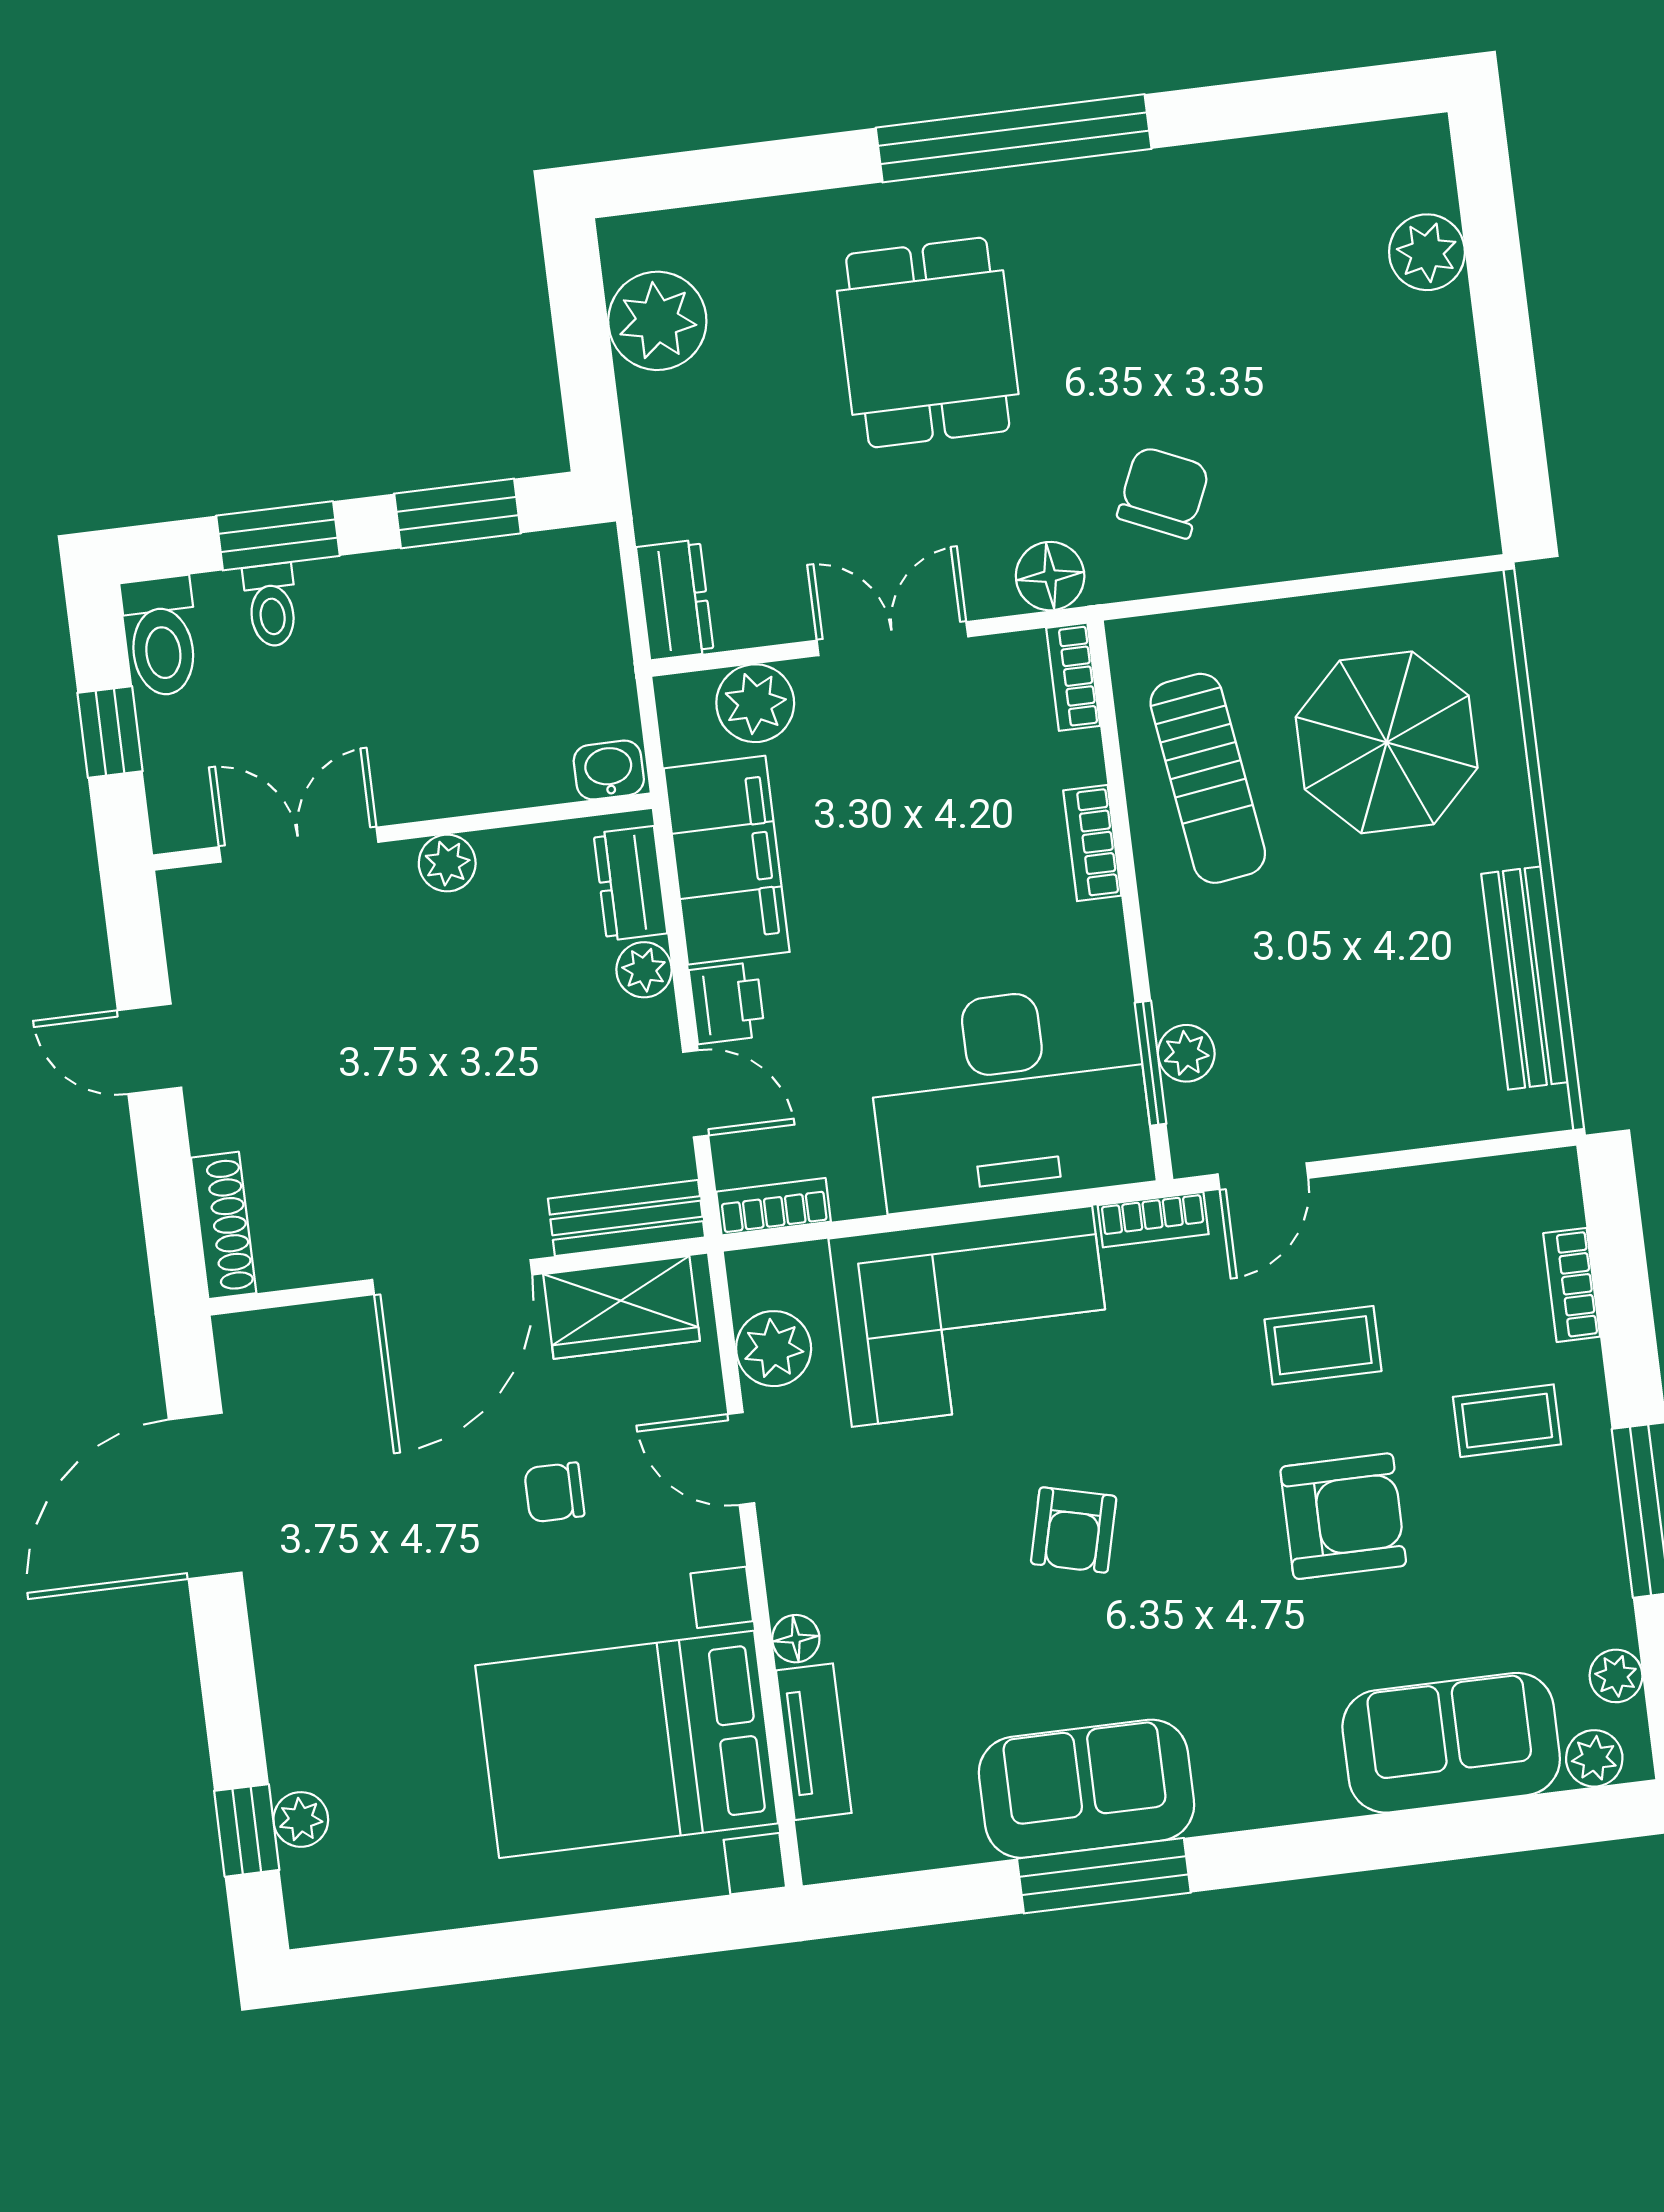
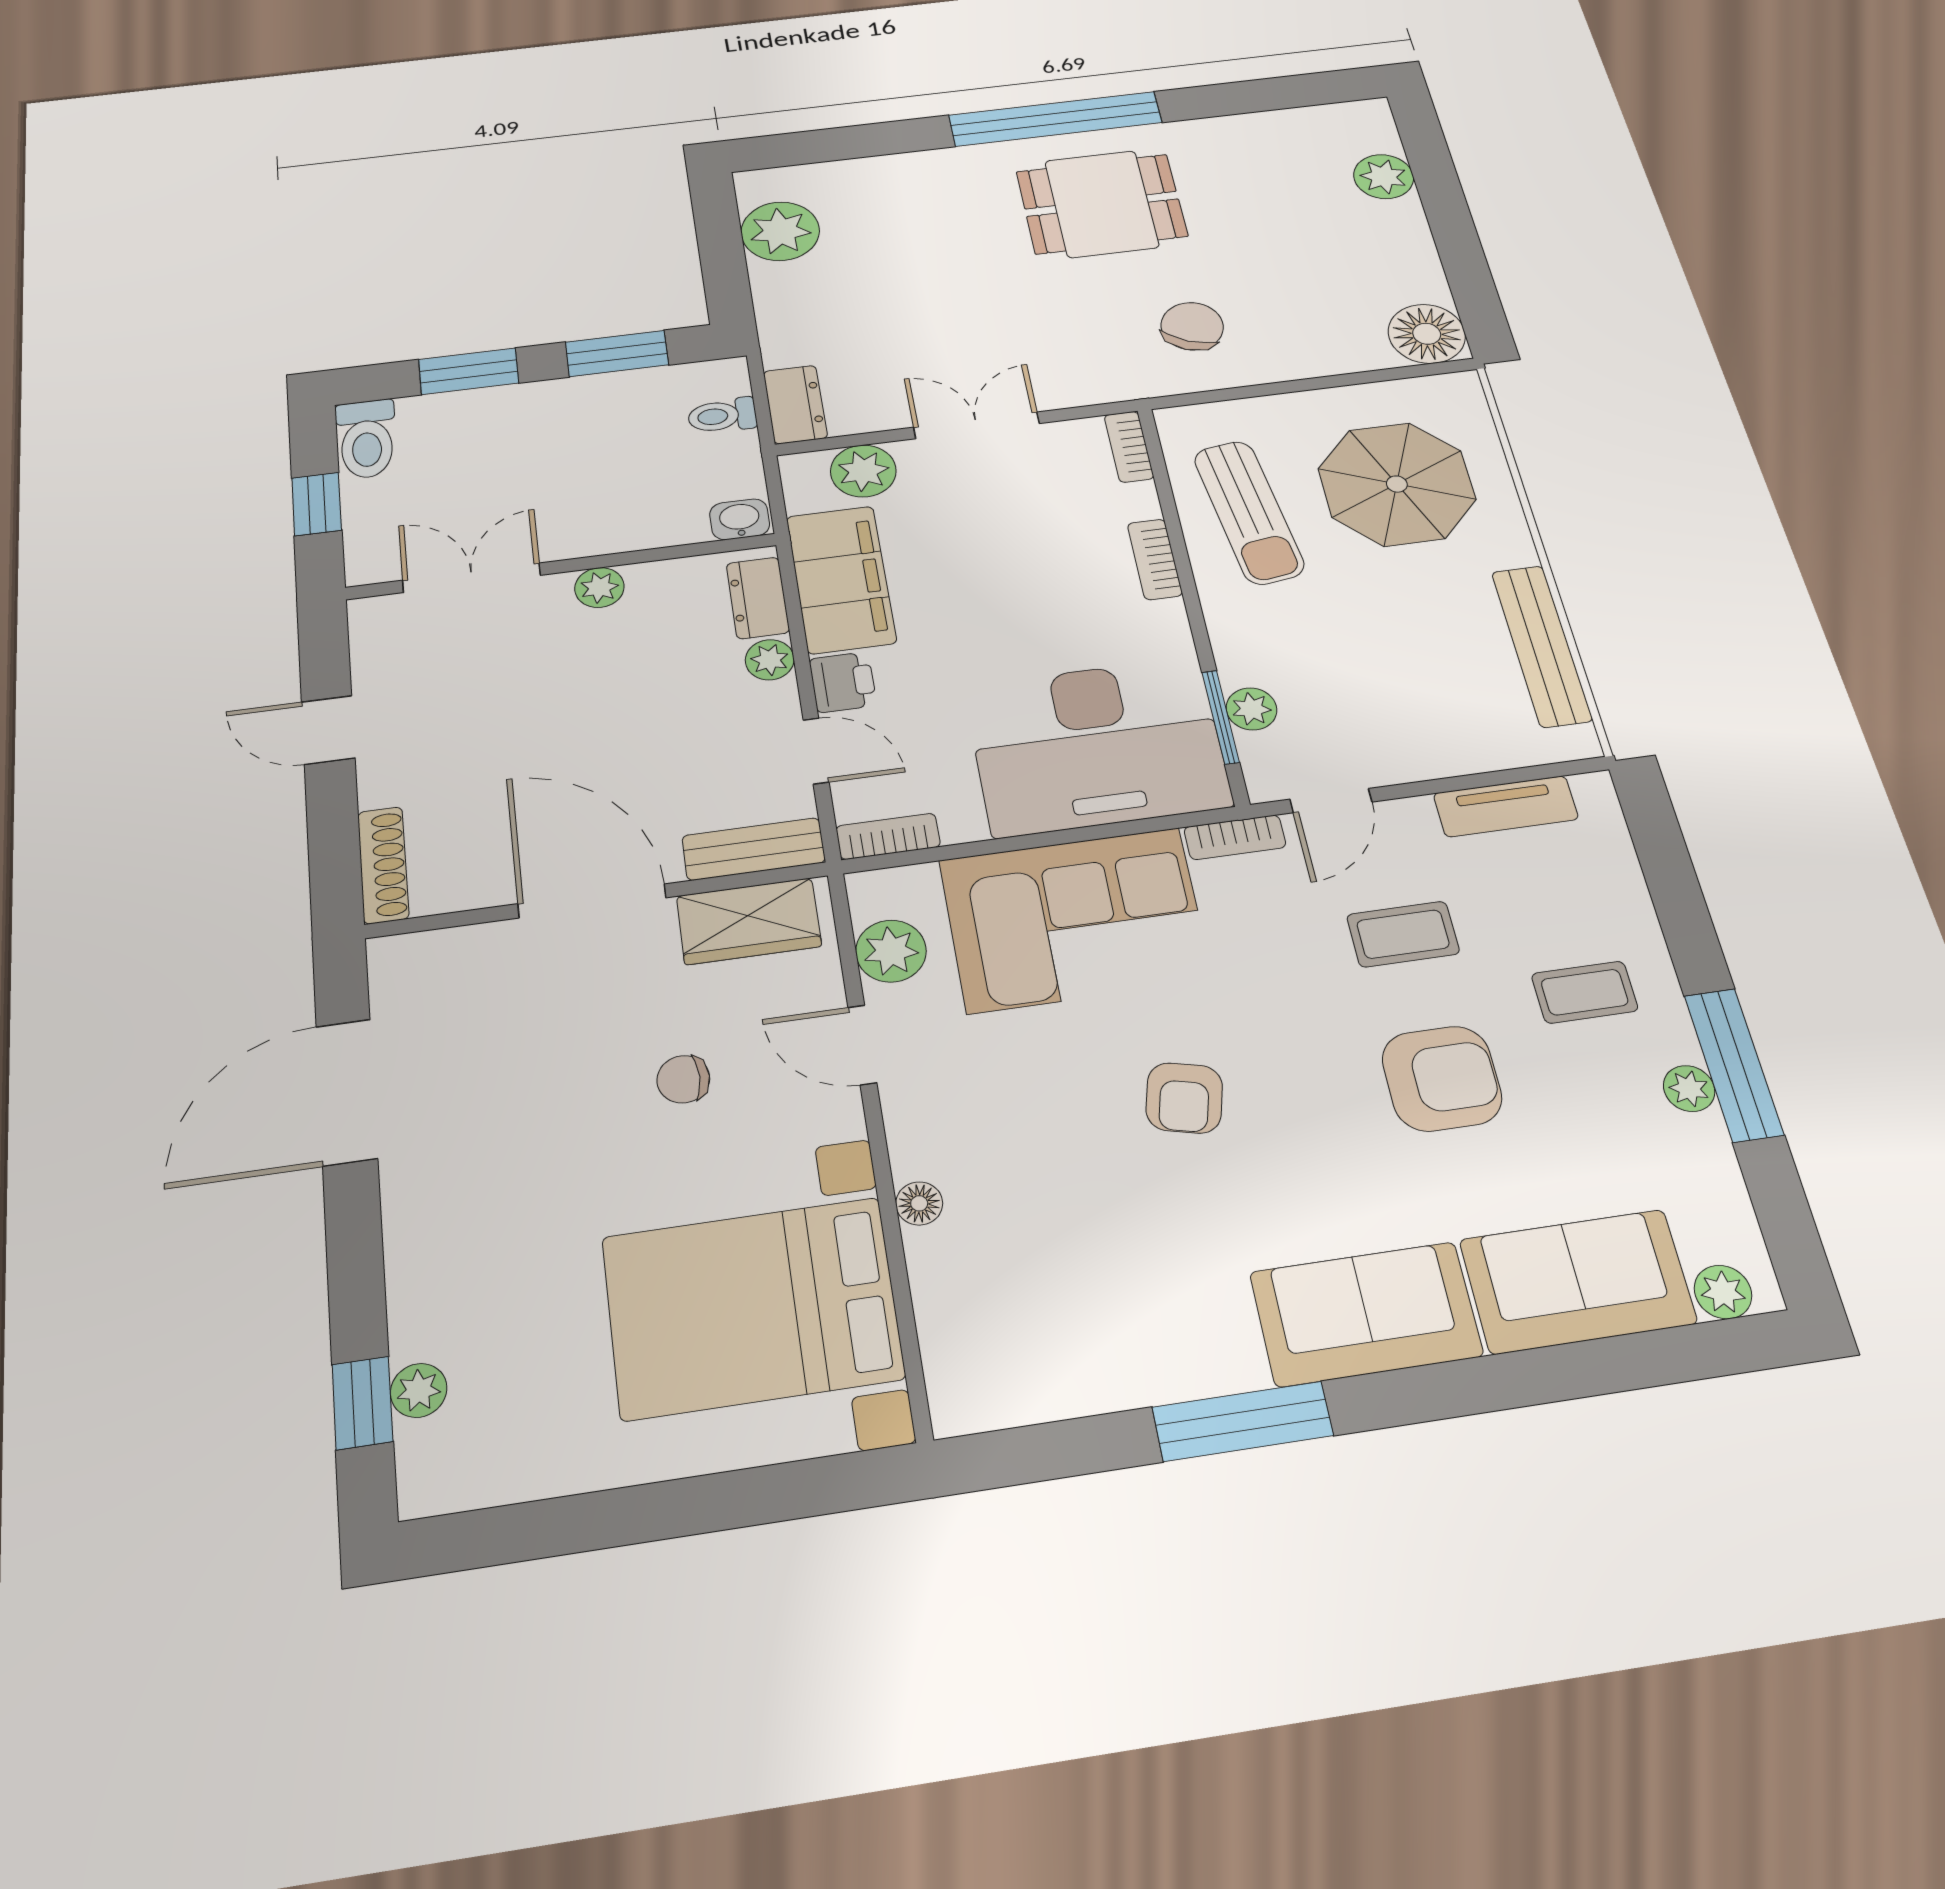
dining table: (928, 343) -> (1102, 204), moved, turned 90
floor lamp: (1050, 576) -> (1427, 334), moved, width x1.38, depth x1.38
toilet: (271, 605) -> (722, 416), moved, turned 90
door: (452, 1277) -> (592, 901), swing flipped
bookcase: (1572, 1285) -> (1625, 879), removed
plant: (1616, 1676) -> (1689, 1089), moved
tv unit: (814, 1742) -> (1506, 806), moved, turned 90
sofa: (1086, 1789) -> (1366, 1314), moved

